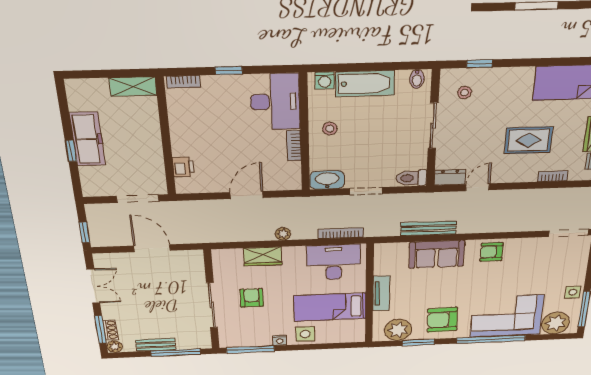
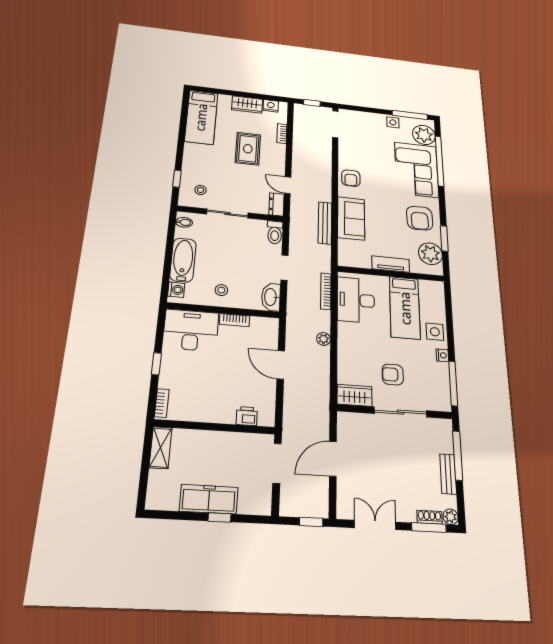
wardrobe: (263, 256) -> (355, 395), moved, turned -90
window: (491, 339) -> (439, 161), moved

